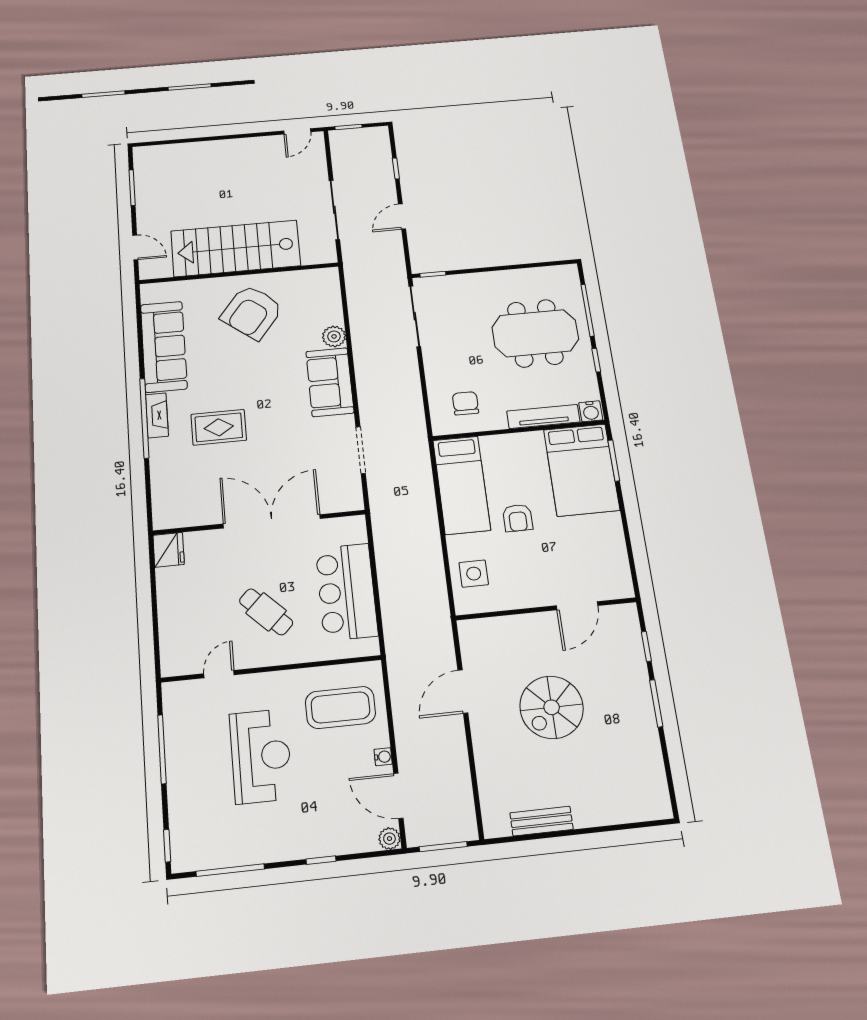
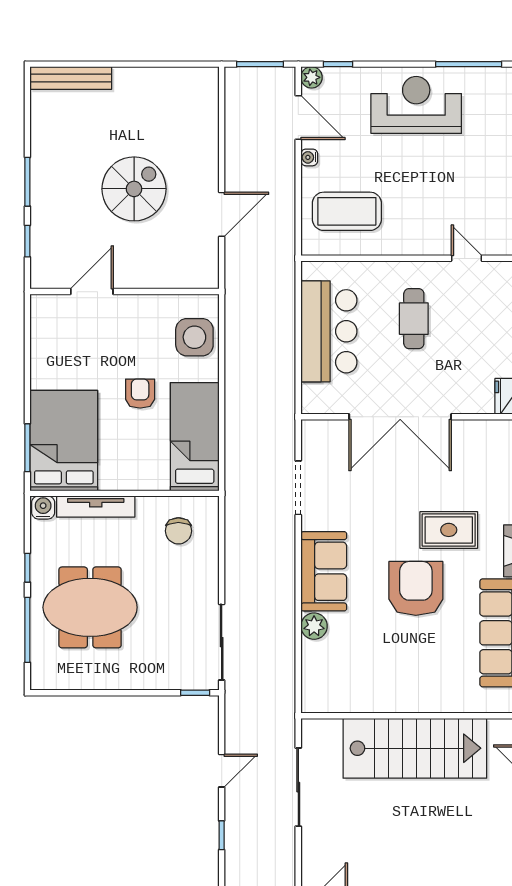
armchair: (252, 312) -> (416, 588), moved, turned -38
side table: (474, 574) -> (194, 337), width x1.37, depth x1.37
cafe table: (266, 612) -> (414, 319), turned 45
door: (219, 674) -> (467, 258), swing flipped
reception desk: (261, 756) -> (416, 105), moved, turned 90
bench: (542, 821) -> (71, 78), moved, width x1.36
window: (321, 860) -> (338, 64), moved

